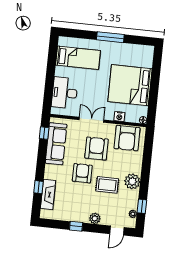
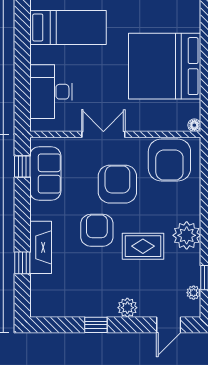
nightstand: (119, 116) -> (152, 123), removed
sofa: (56, 144) -> (45, 173), width x0.73
fireplace: (48, 194) -> (41, 247), moved

